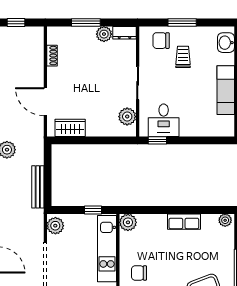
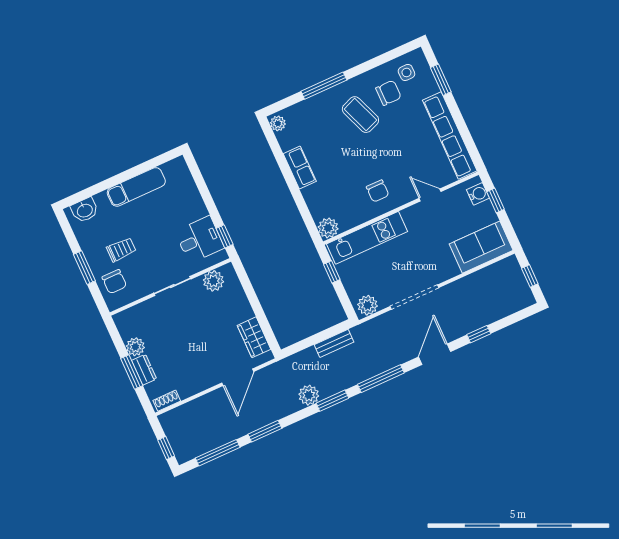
dresser: (124, 33) -> (144, 370), moved
shoe rack: (52, 56) -> (167, 401), moved
trolley: (183, 57) -> (121, 250), turned 180
bench: (38, 187) -> (334, 343), width x0.73

